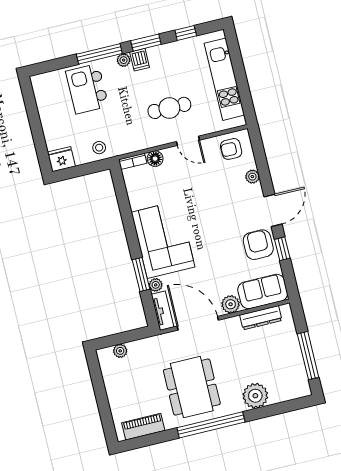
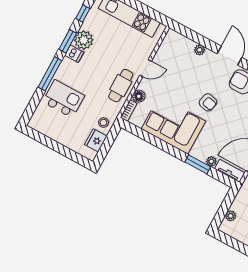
plant: (124, 60) -> (84, 40), moved, width x1.88, depth x1.88
kitchen island: (87, 89) -> (63, 99), turned 180
cafe table: (169, 108) -> (121, 86), moved
armchair: (231, 149) -> (208, 102), moved, turned -77
fridge: (61, 159) -> (96, 140), moved
corner sofa: (163, 240) -> (174, 125), moved

